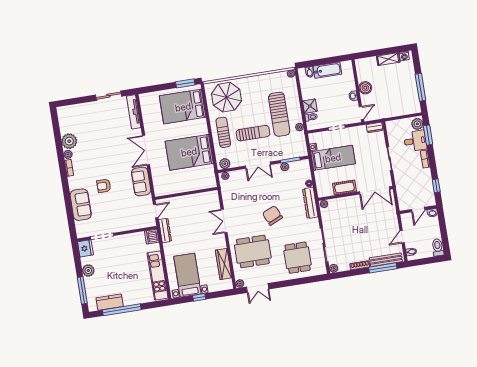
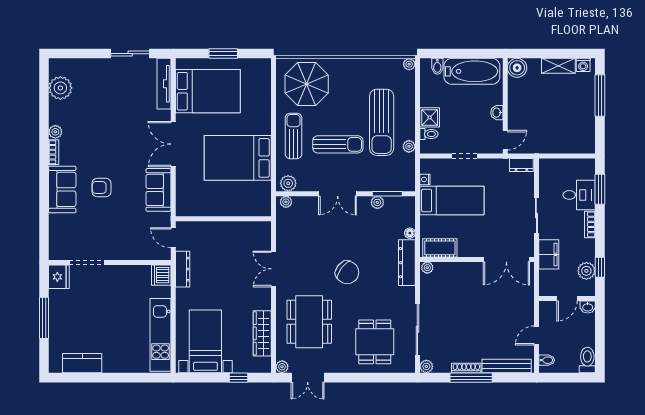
bathtub: (327, 70) -> (472, 71), width x1.36, depth x1.36
window: (185, 83) -> (223, 54), moved
window: (420, 87) -> (600, 96), moved
boiler: (365, 88) -> (517, 68), moved
bed: (183, 107) -> (208, 91), moved, turned 180
plant: (417, 124) -> (586, 271), moved
plant: (69, 141) -> (60, 88), moved
filing cabinet: (402, 183) -> (549, 254), added
cot: (345, 188) -> (440, 248), moved
sofa: (81, 205) -> (62, 189), moved
door: (156, 211) -> (173, 238), swing flipped
chair: (272, 215) -> (347, 272), turned 151
dining table: (253, 251) -> (309, 322), turned 90
window: (383, 268) -> (471, 378), moved
plant: (88, 270) -> (58, 311), removed
window: (82, 290) -> (44, 318), moved
window: (199, 297) -> (238, 378), moved
window: (122, 310) -> (99, 378), removed

